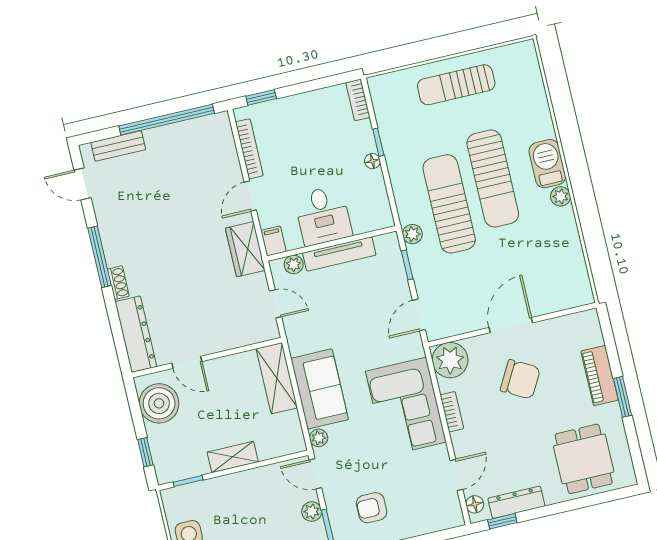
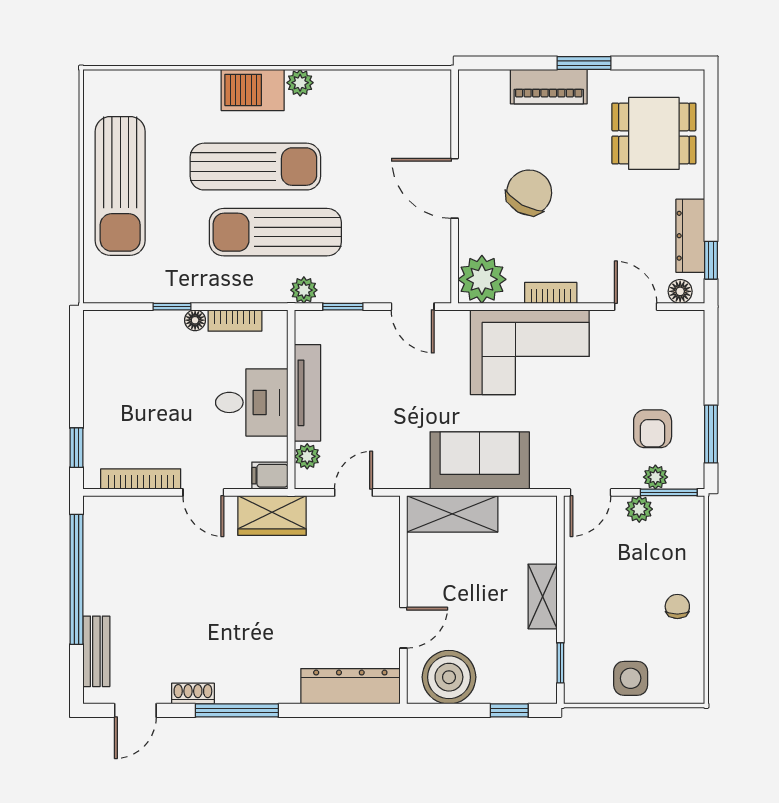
sun lounger: (456, 85) -> (120, 186), width x1.36, depth x1.34
bookcase: (358, 100) -> (235, 321), moved
shoe rack: (118, 283) -> (193, 694), moved
plant: (319, 438) -> (655, 477), moved

